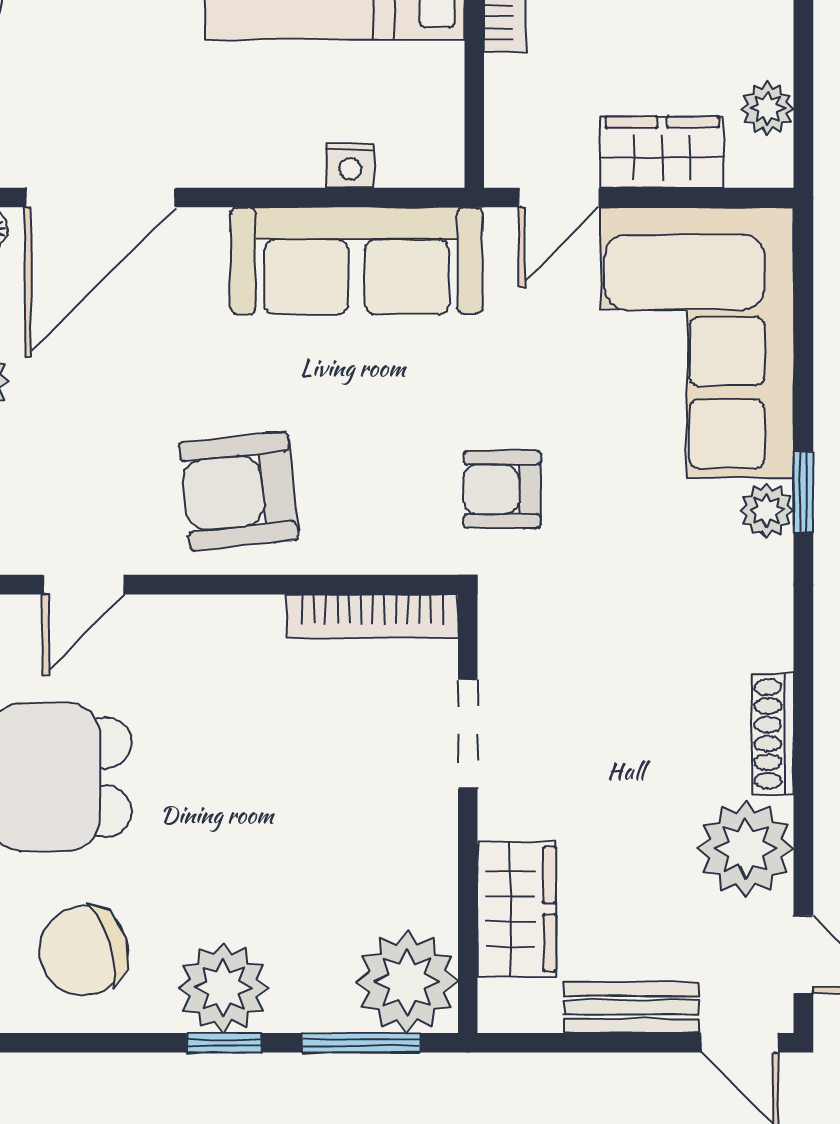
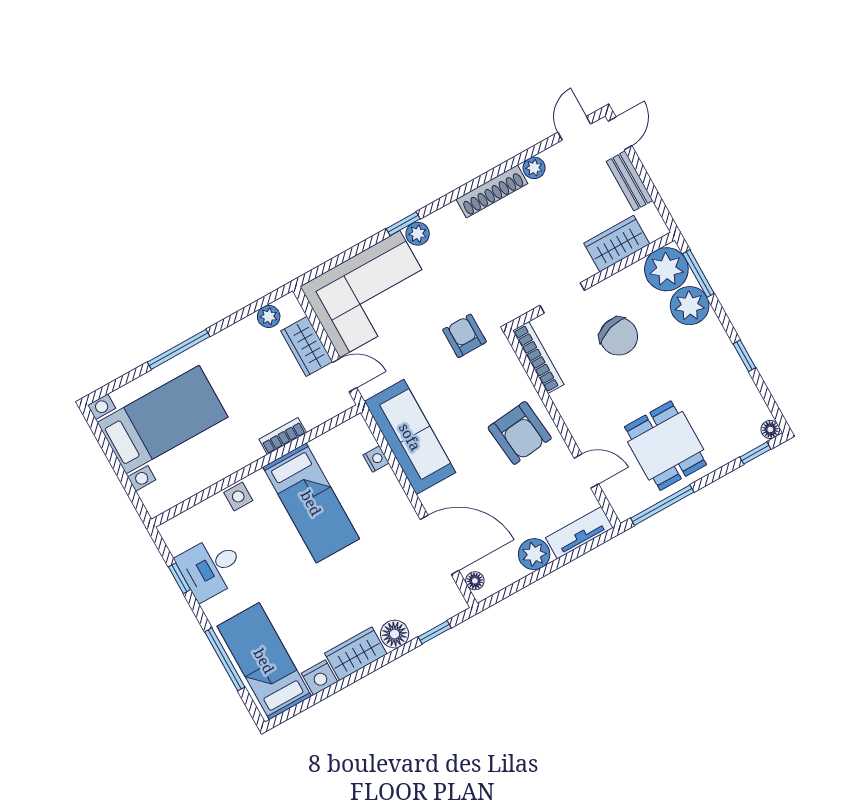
armchair: (502, 489) -> (464, 336), turned 180
shoe rack: (773, 734) -> (492, 191), width x1.36, depth x1.24
plant: (745, 849) -> (534, 168), width x0.53, depth x0.53
chair: (83, 951) -> (619, 336), moved
plant: (223, 988) -> (690, 306), moved
window: (224, 1043) -> (744, 356), moved

